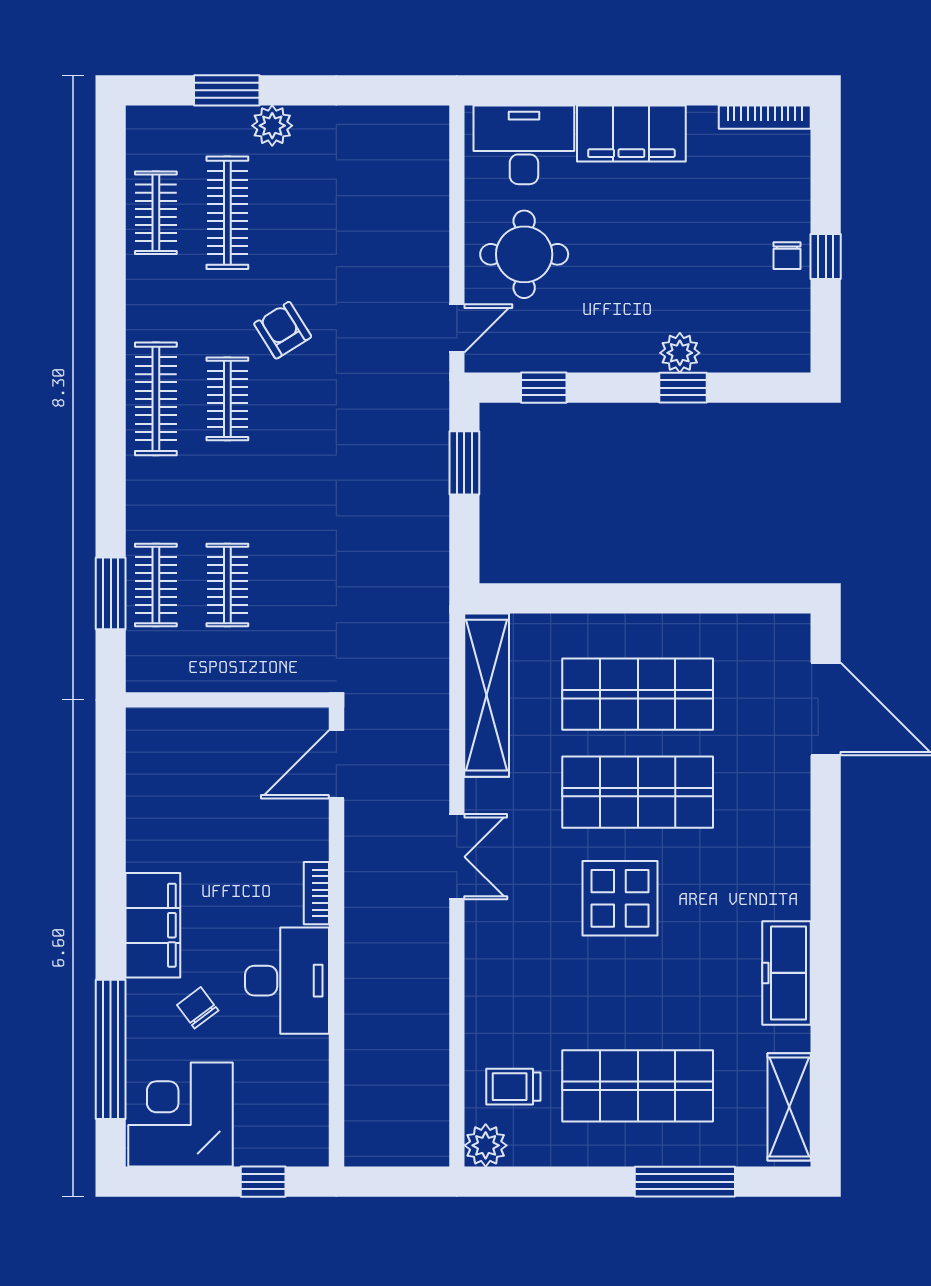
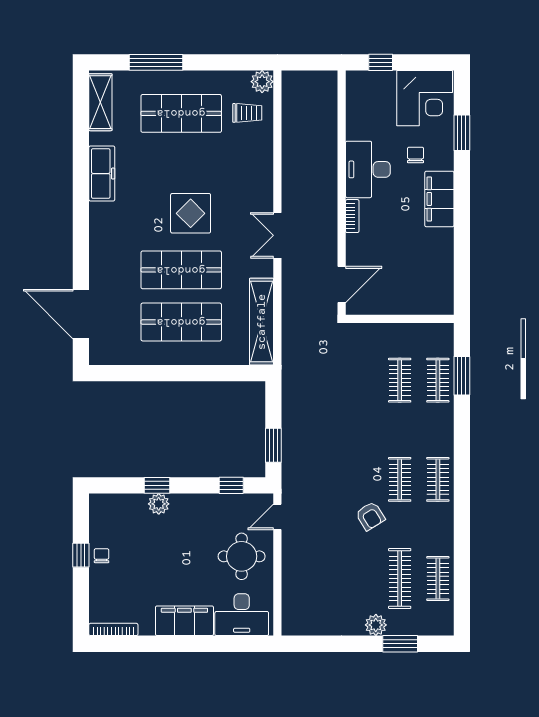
clothes rail: (156, 399) -> (438, 479), width x0.73
chair: (198, 1008) -> (416, 155), turned -143
window: (111, 1049) -> (462, 133), width x0.47

